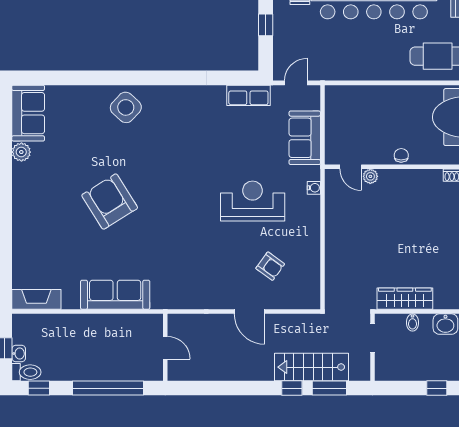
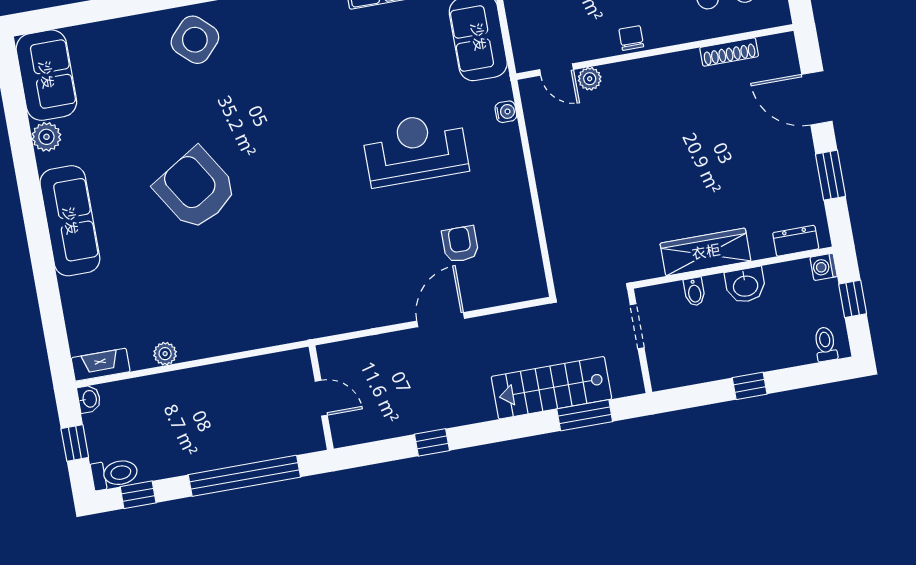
armchair: (270, 266) -> (460, 244), turned -126
sofa: (115, 295) -> (70, 221), moved, turned 90
fireplace: (36, 299) -> (101, 365), width x0.73, depth x0.76
wardrobe: (405, 299) -> (706, 252), moved
plant: (72, 302) -> (165, 354), added
door: (249, 312) -> (441, 320), swing flipped
washbasin: (19, 354) -> (89, 399), moved
window: (292, 388) -> (432, 442), moved

